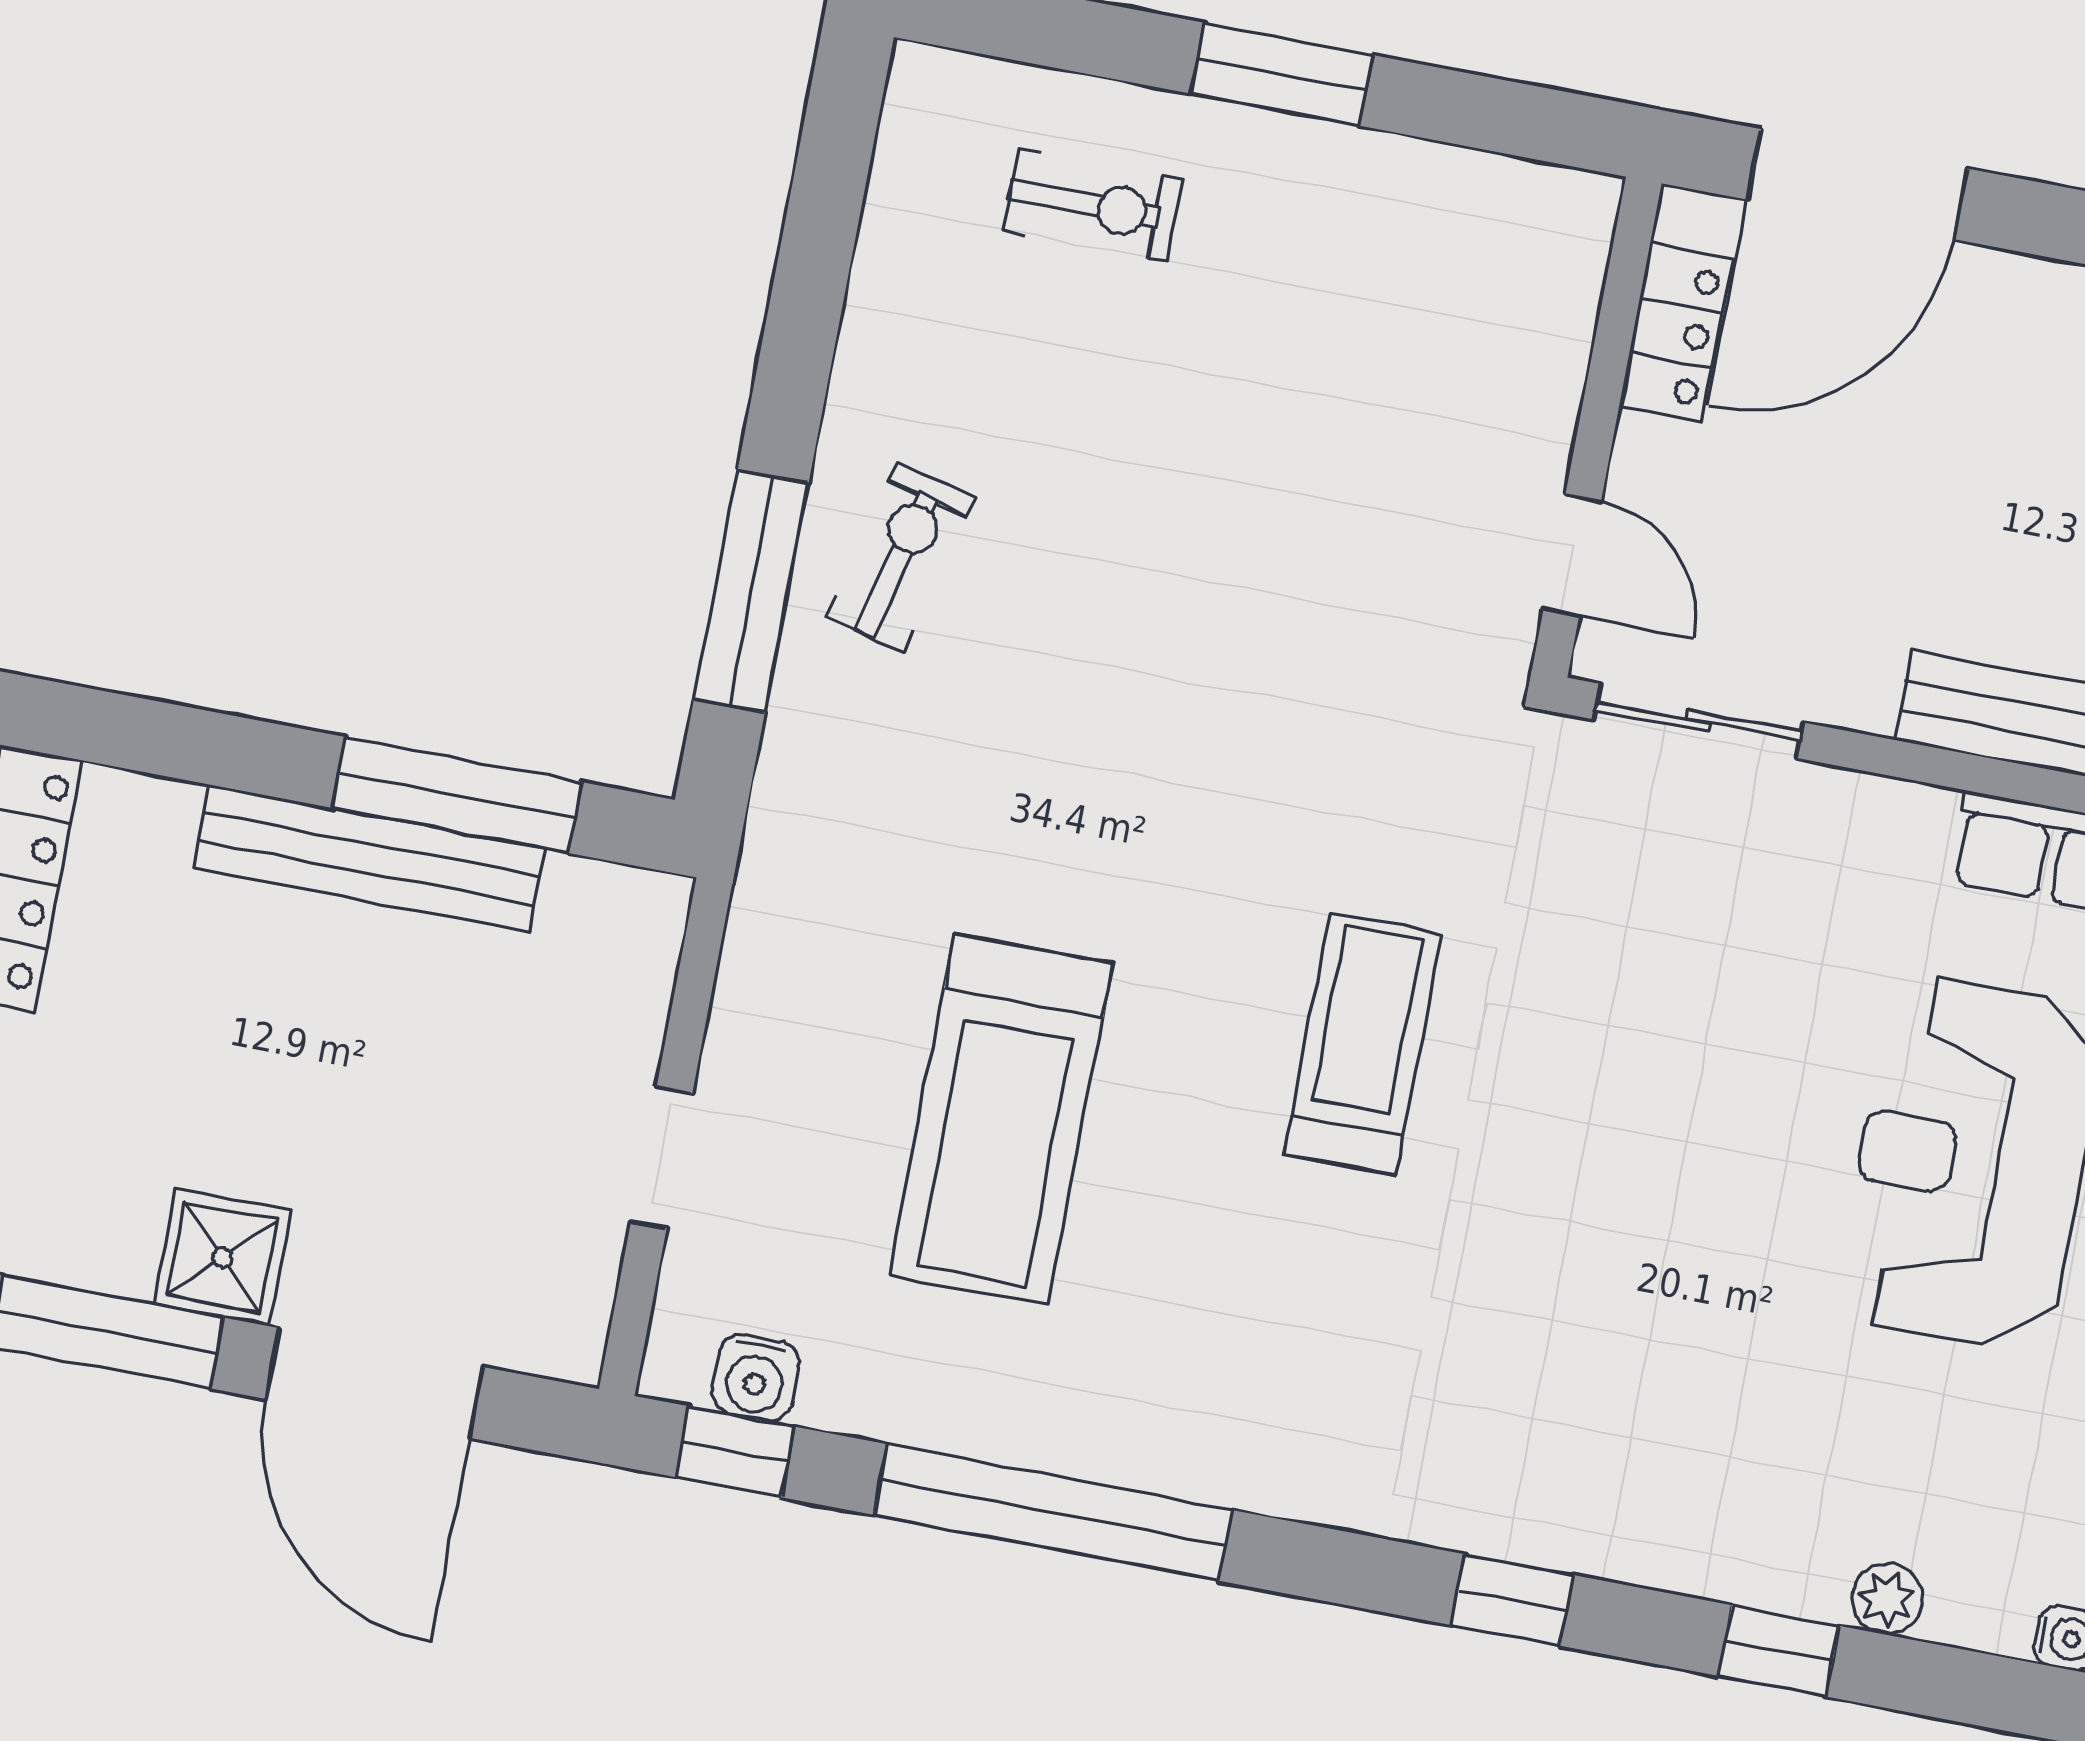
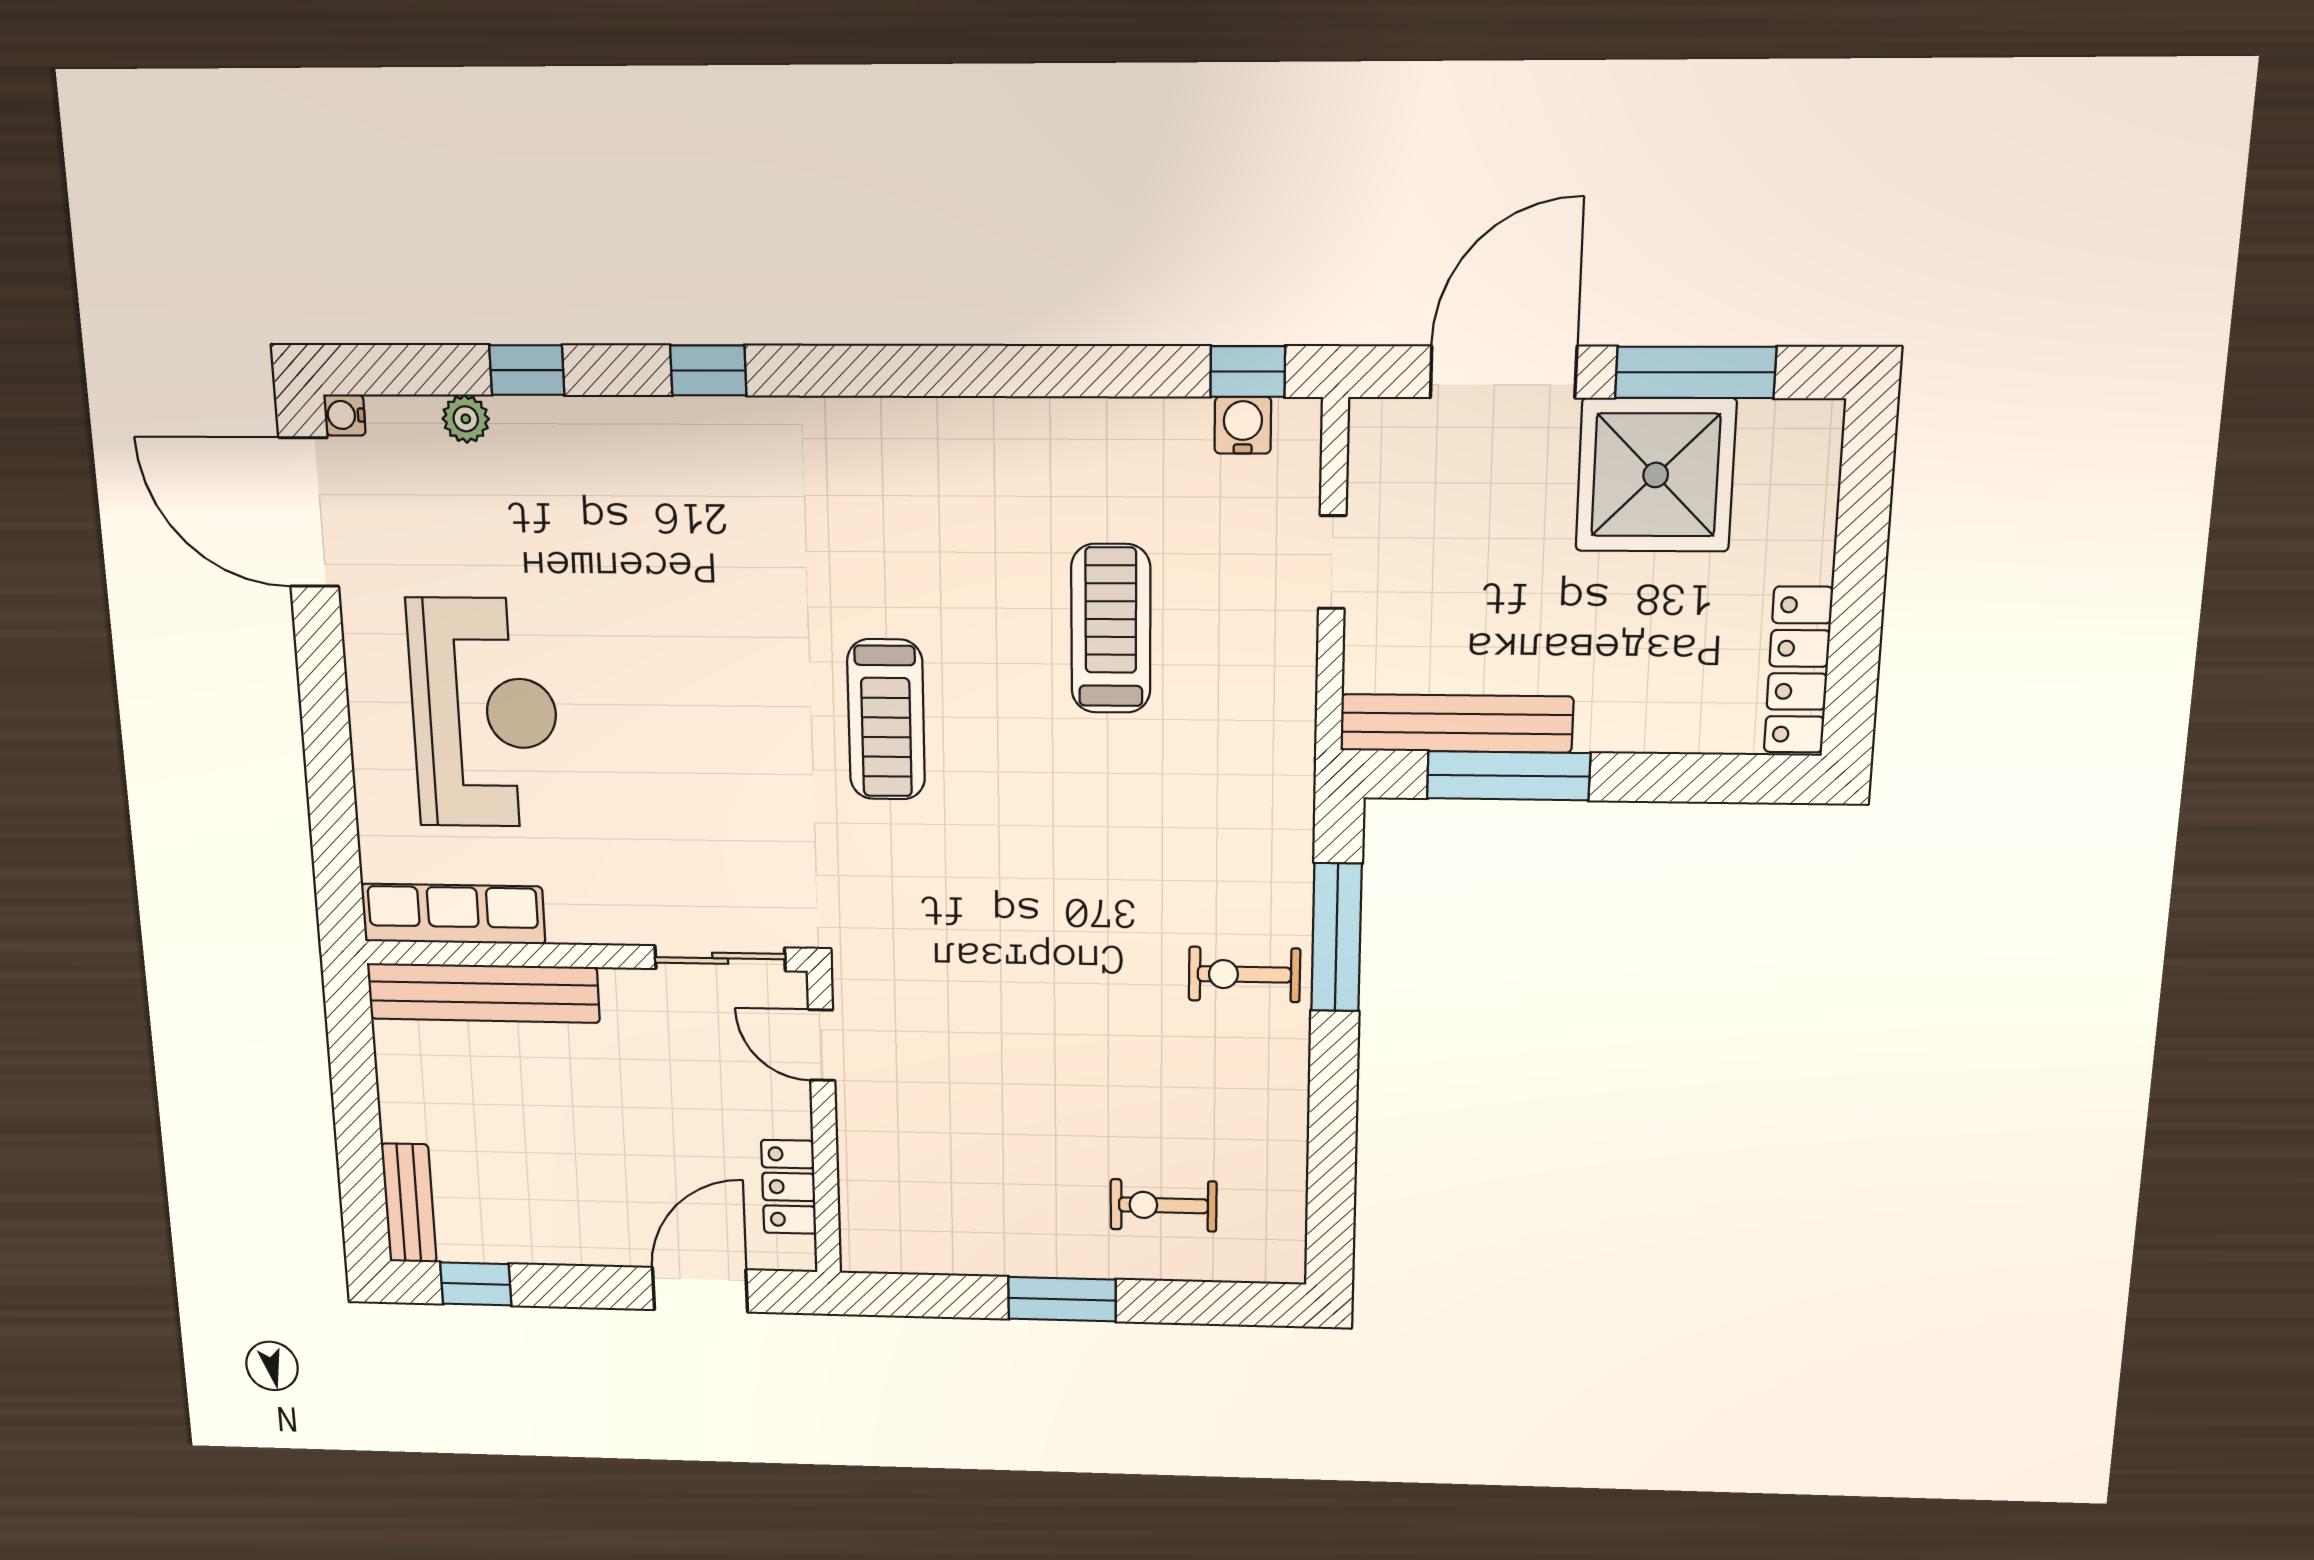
door: (1857, 184) -> (700, 1290), width x0.73
exercise bike: (900, 557) -> (1244, 974), turned 76
bench: (369, 858) -> (1456, 723), moved
treadmill: (1002, 1119) -> (1111, 629), width x0.73, depth x0.73
shower: (222, 1257) -> (1656, 475), width x1.86, depth x1.86
door: (374, 1383) -> (1503, 372), hinge flipped
window: (1053, 1512) -> (1025, 371), removed

